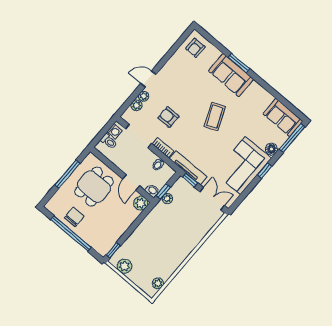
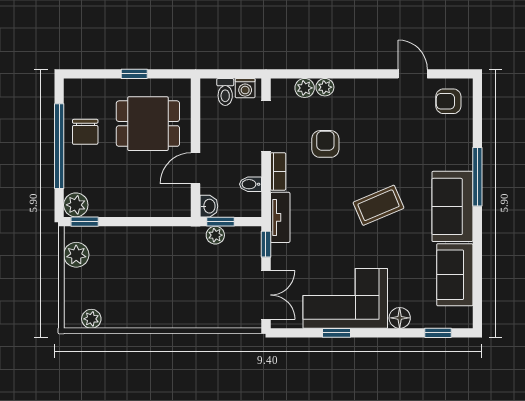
window: (239, 63) -> (477, 177), width x1.44
sofa: (231, 75) -> (452, 206), moved
door: (148, 79) -> (413, 74), moved
sofa: (283, 117) -> (455, 275), moved
window: (292, 138) -> (438, 333), width x0.46
tv unit: (188, 168) -> (280, 217), width x0.71
window: (265, 170) -> (337, 333), moved
window: (67, 174) -> (134, 74), width x0.46
plant: (141, 203) -> (76, 205), moved
chair: (74, 217) -> (85, 132), turned 90

